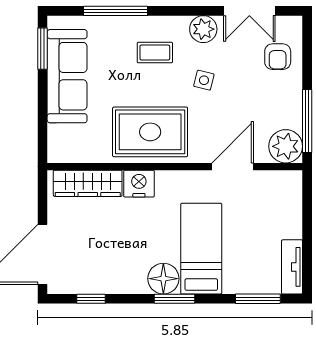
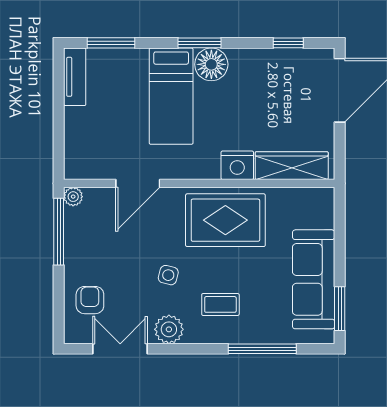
plant: (286, 146) -> (73, 197), width x0.53, depth x0.53

